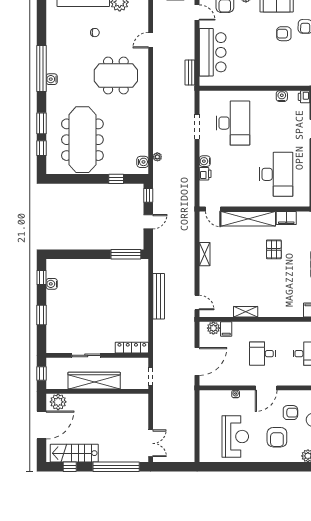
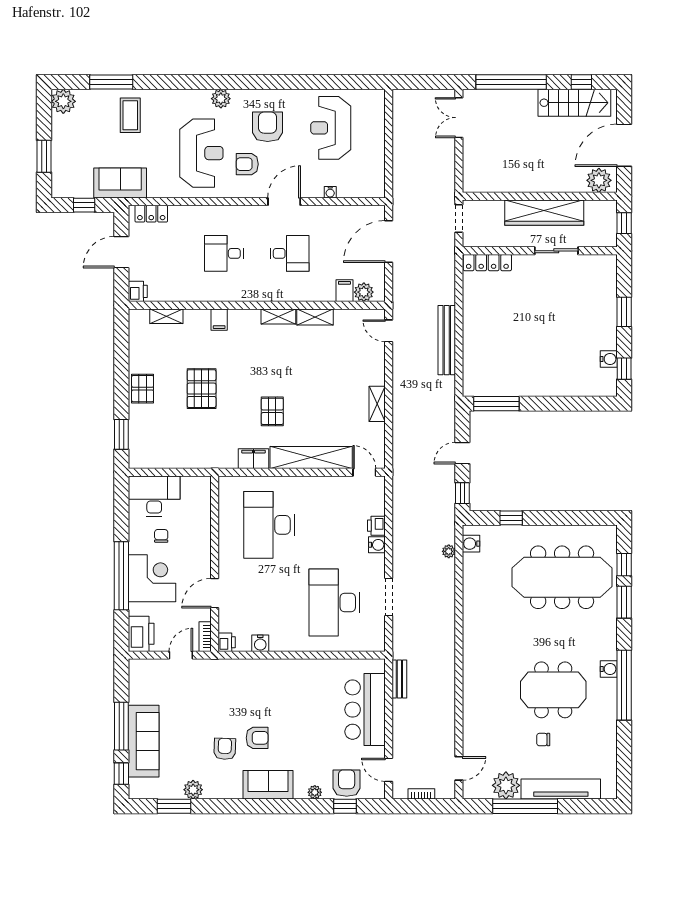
door: (151, 40) -> (459, 768), moved
meeting table: (116, 76) -> (553, 690), moved
meeting table: (82, 140) -> (562, 577), turned 90
shelving: (270, 312) -> (278, 316), added

